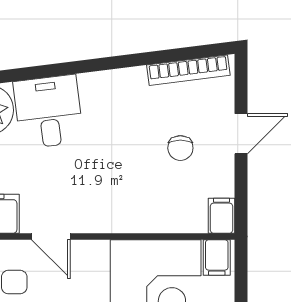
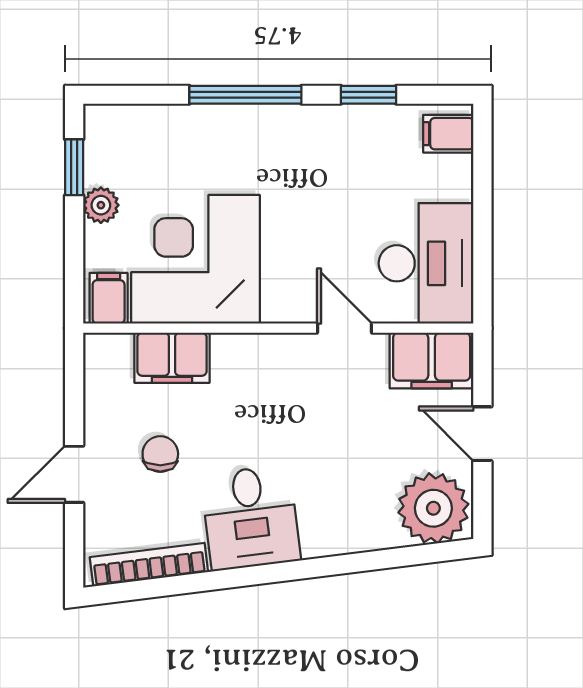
desk: (48, 112) -> (251, 518), moved
filing cabinet: (222, 216) -> (172, 358), moved, width x2.00

